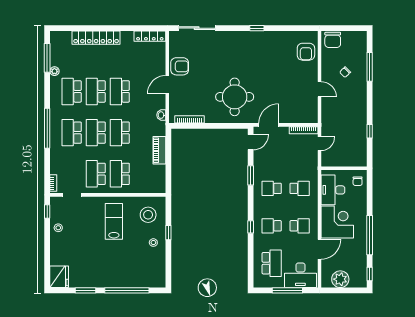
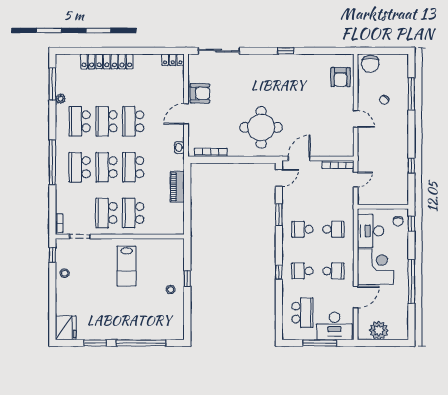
locker: (150, 36) -> (173, 60), width x0.66
stool: (148, 215) -> (165, 259), removed
lab bench: (114, 221) -> (127, 266), turned 180
window: (370, 274) -> (411, 224), moved

